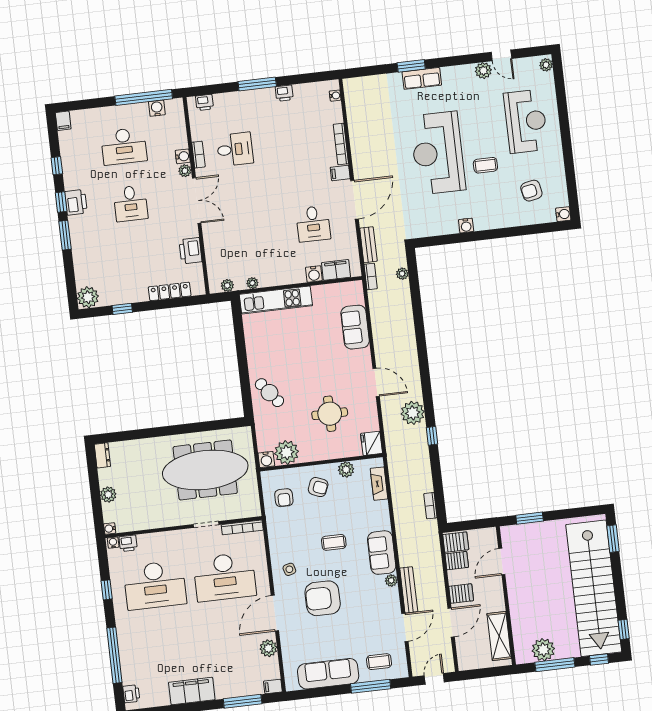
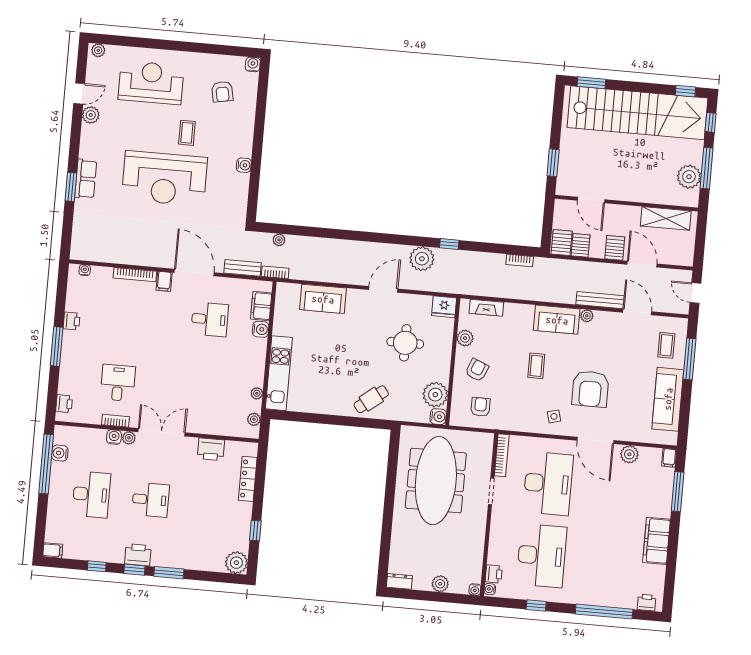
armchair: (284, 498) -> (480, 407), turned -90

